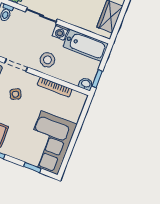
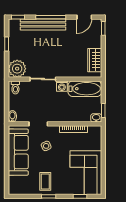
stool: (47, 60) -> (60, 111), removed

